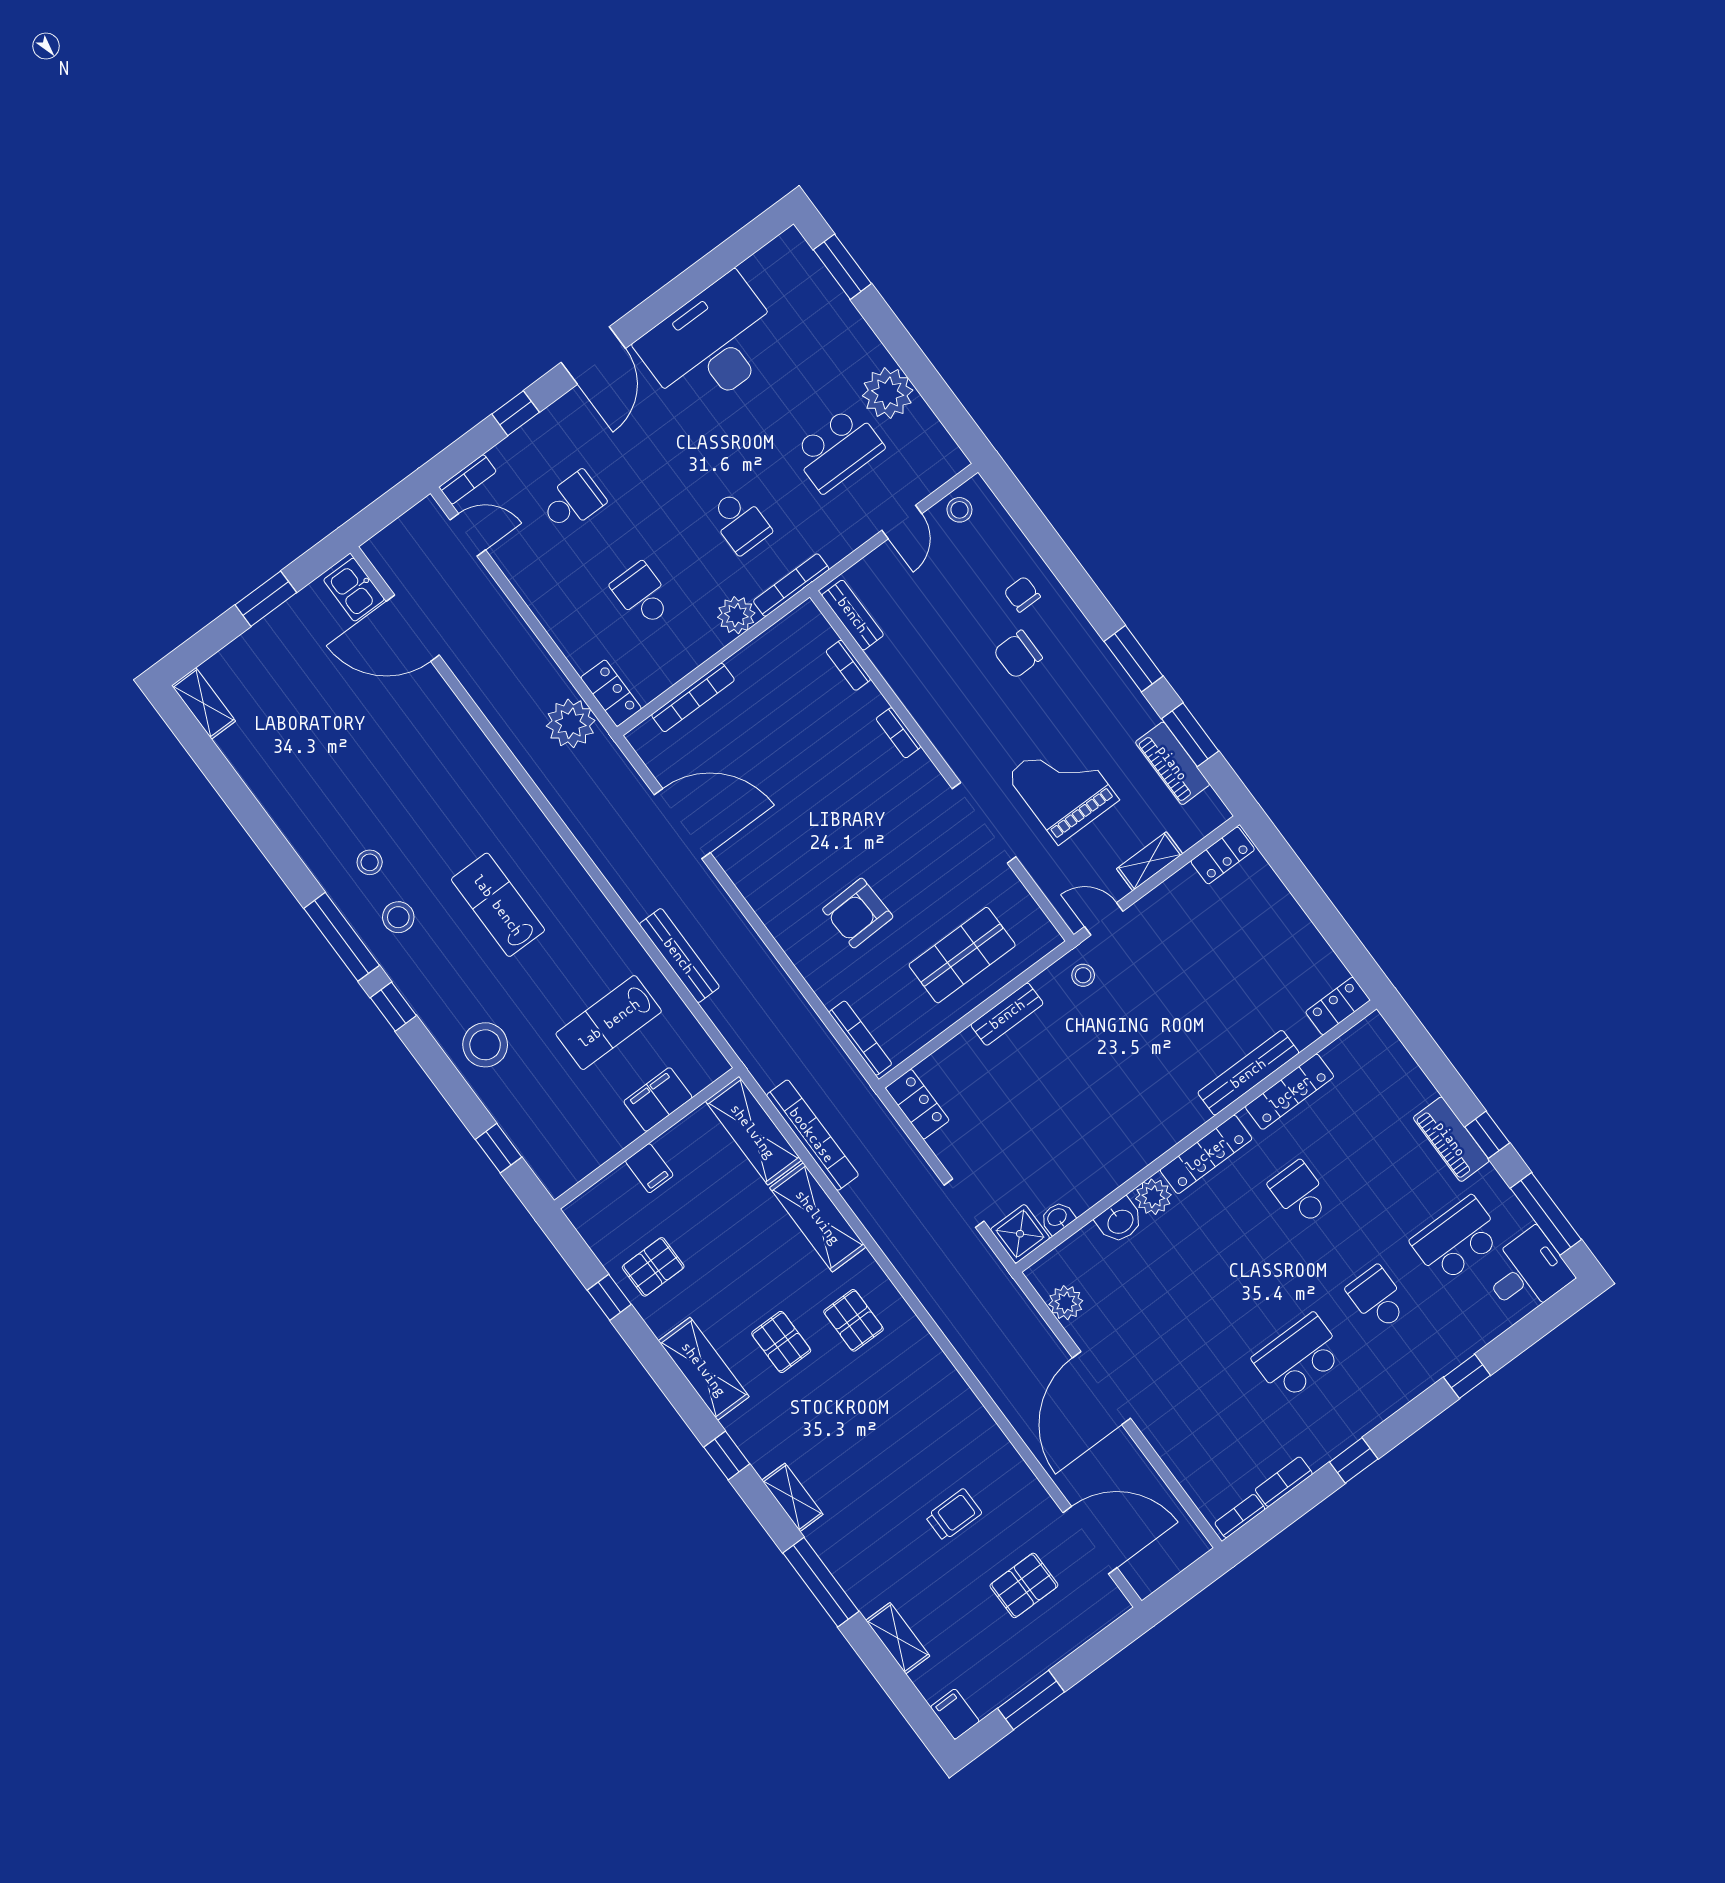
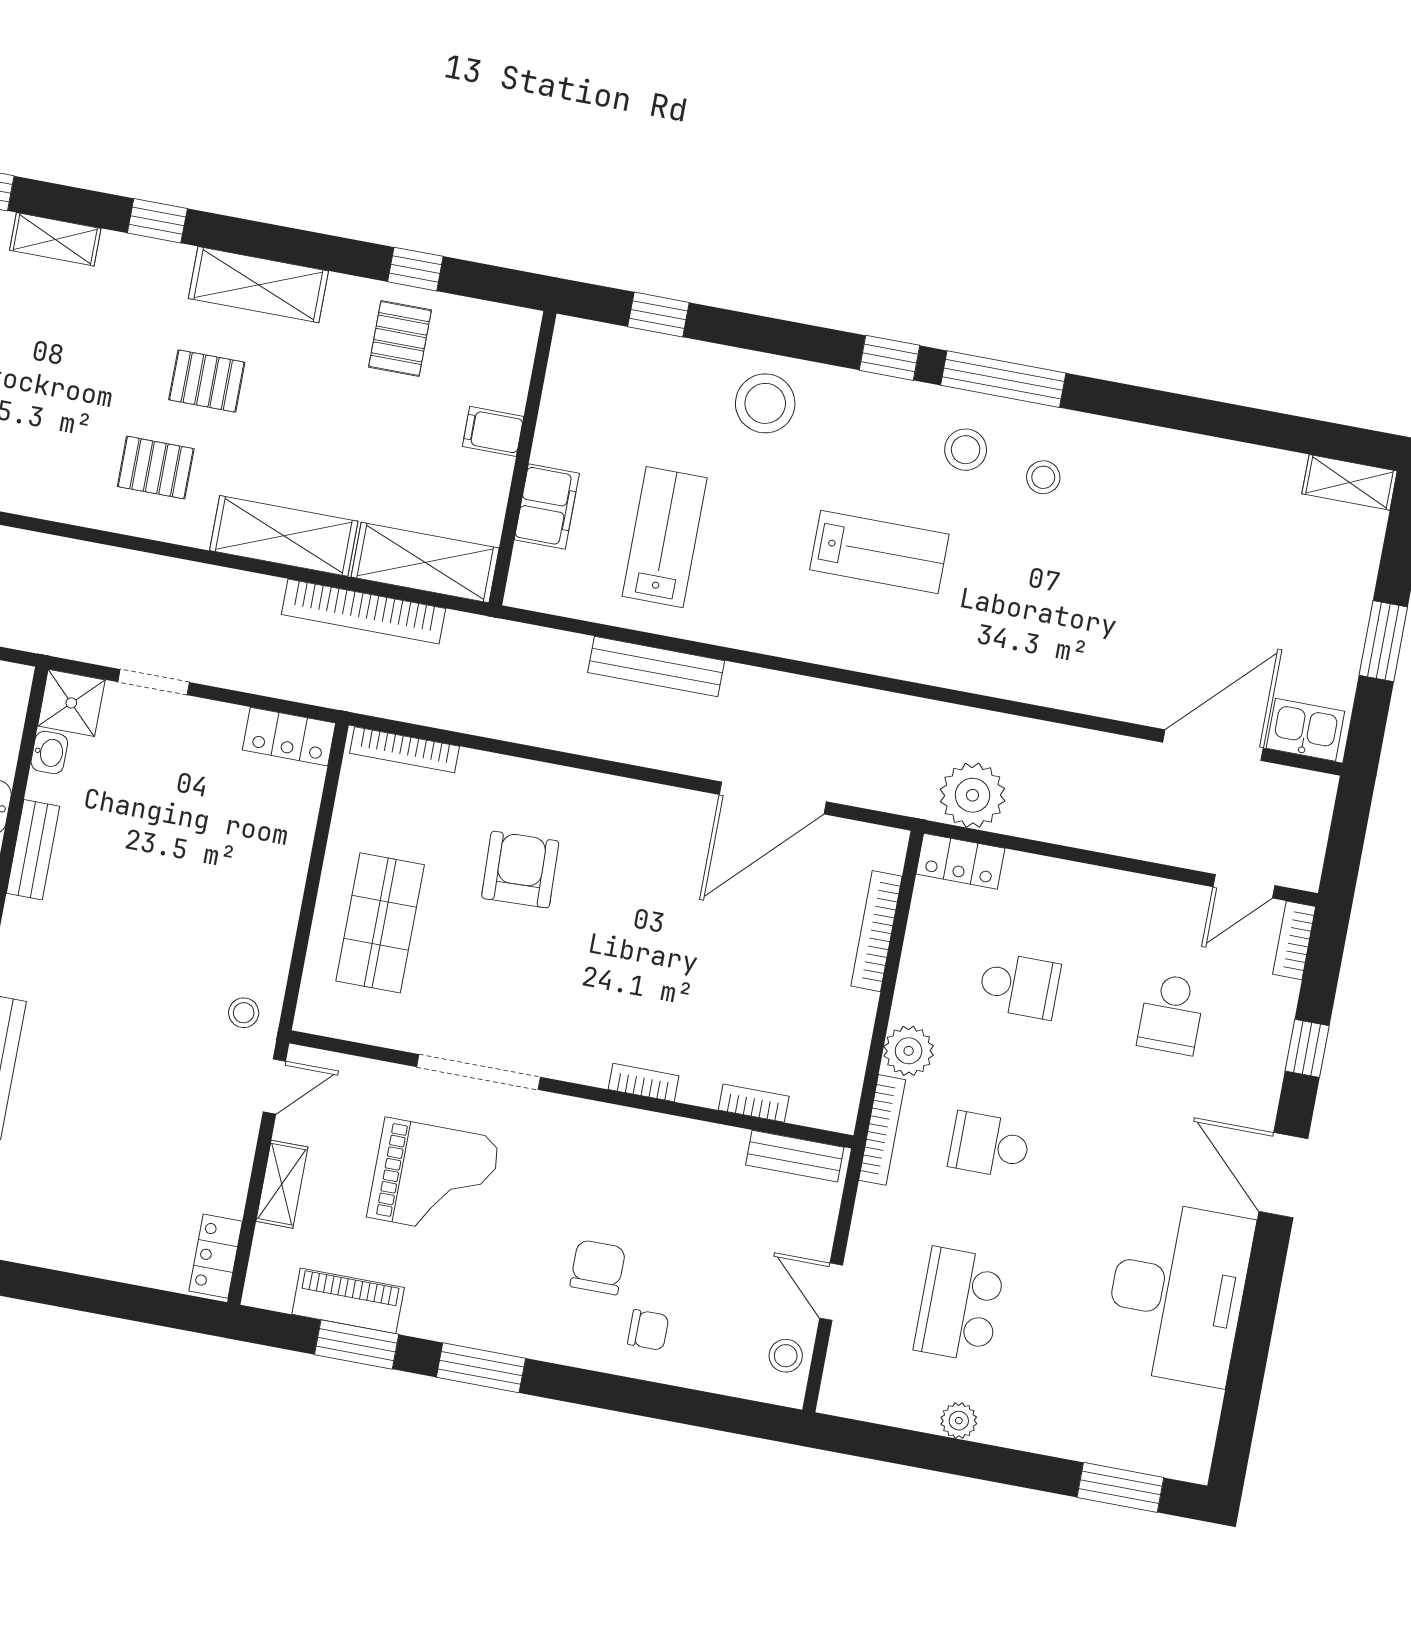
plant: (888, 393) -> (959, 1421), width x0.53, depth x0.53
bench: (1007, 1014) -> (33, 850), moved

